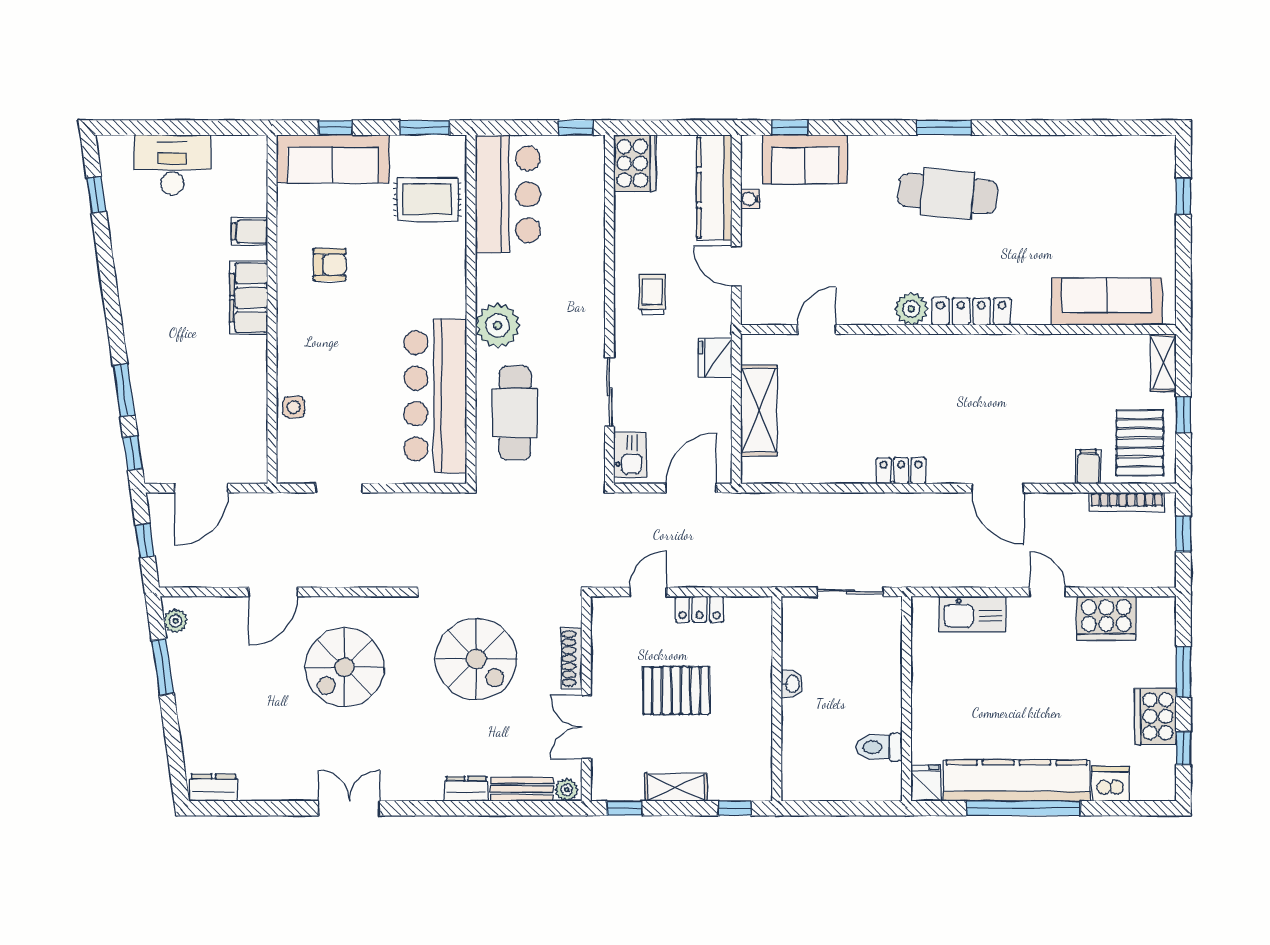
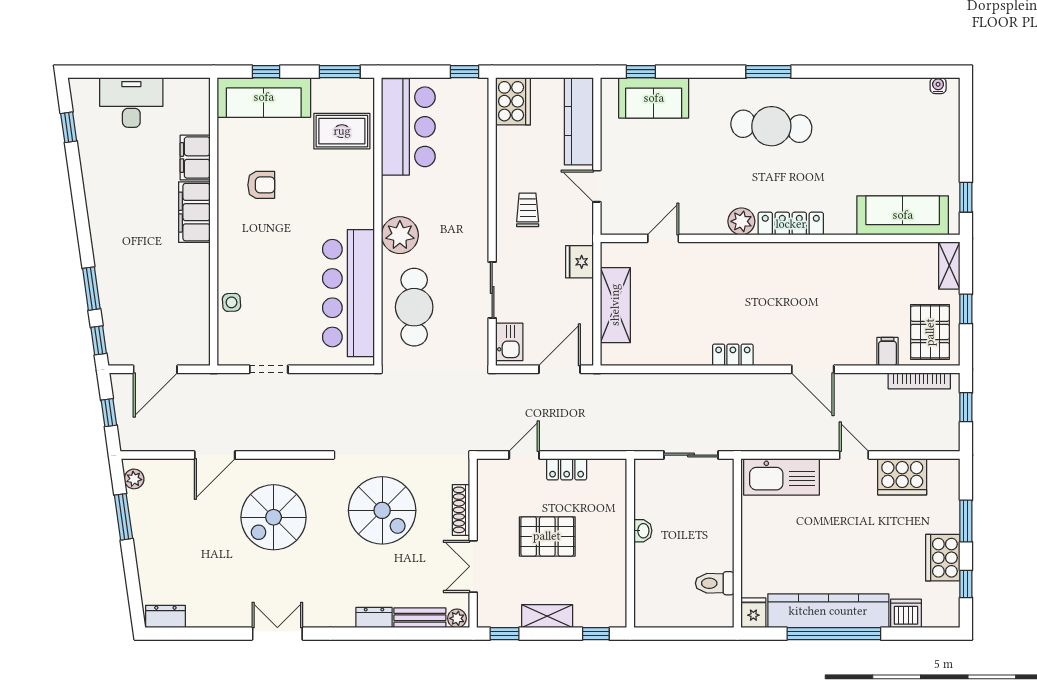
window: (1183, 196) -> (966, 197), moved
water cooler: (750, 199) -> (938, 86), moved, turned 90
filing cabinet: (250, 232) -> (195, 158), width x2.00
kitchen sink: (972, 614) -> (781, 477), width x1.36, depth x1.24

